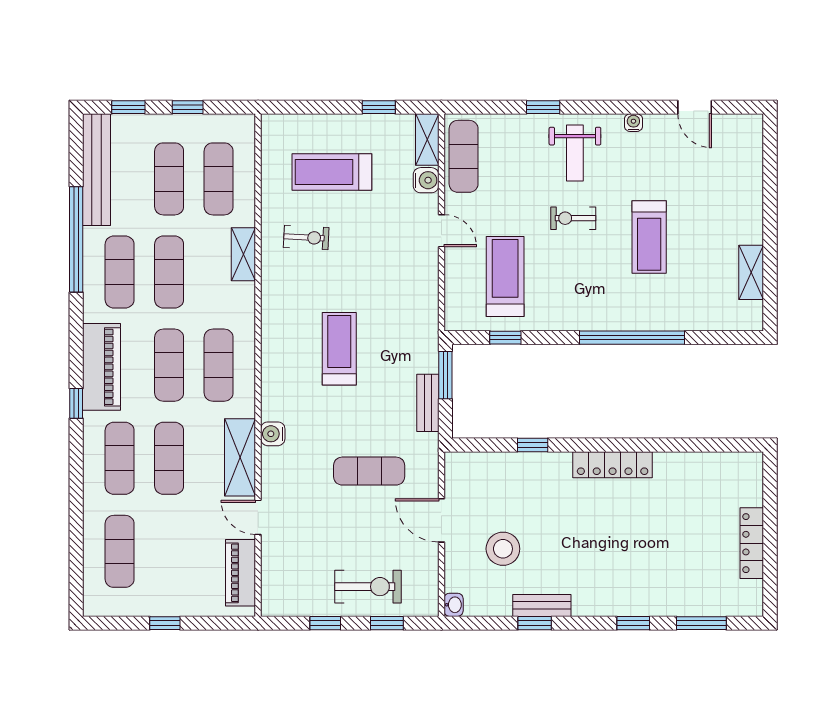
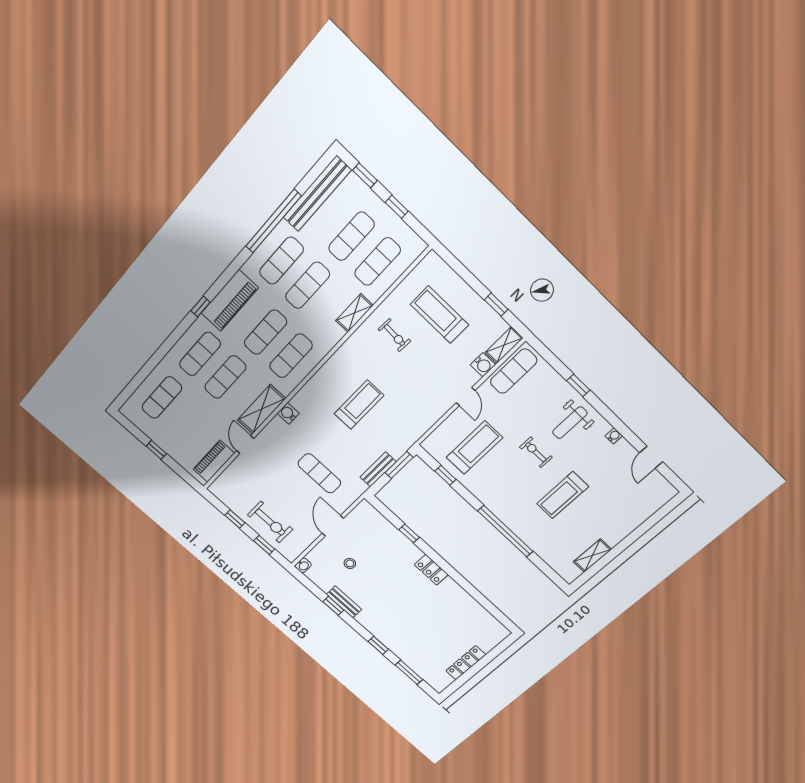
locker: (613, 465) -> (431, 570), width x0.66
stool: (503, 549) -> (350, 563), width x0.53, depth x0.53

